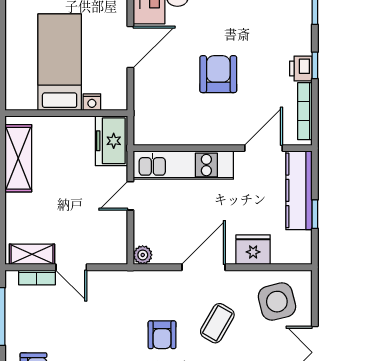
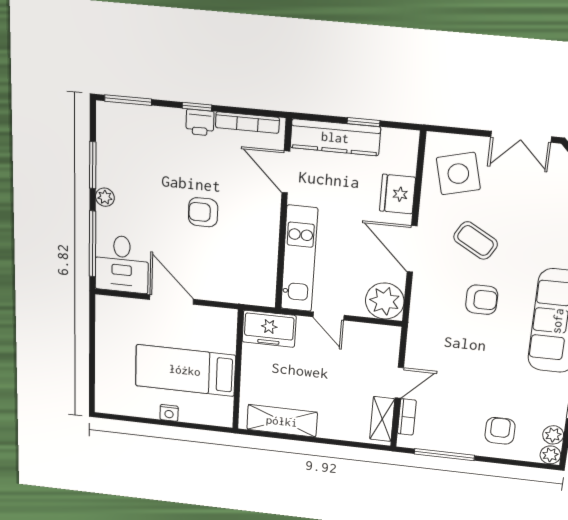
armchair: (218, 74) -> (203, 212), width x0.72, depth x0.72
nightstand: (92, 102) -> (169, 413), moved, turned 90
plant: (143, 255) -> (385, 301), width x1.87, depth x1.87

